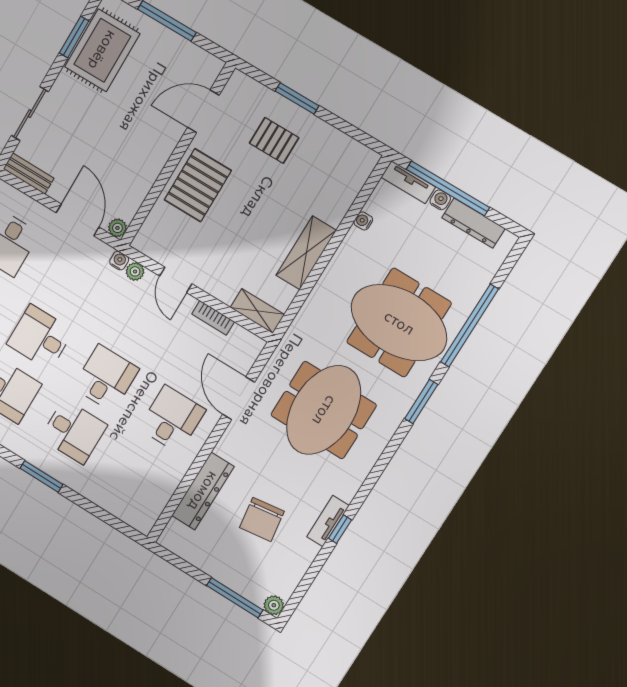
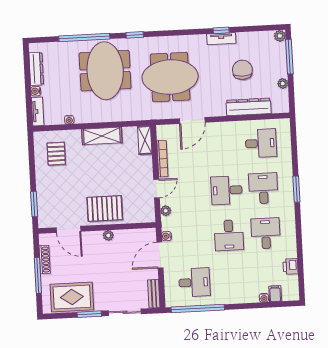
window: (74, 37) -> (89, 314), moved
shoe rack: (183, 46) -> (45, 260), added
window: (297, 98) -> (34, 204), moved
pallet: (274, 140) -> (56, 154), moved
window: (448, 188) -> (28, 91), removed
plant: (117, 228) -> (108, 235), moved
water cooler: (119, 261) -> (166, 236), moved
bookcase: (213, 318) -> (162, 159), width x1.56
window: (421, 402) -> (135, 35), width x0.67
desk: (172, 419) -> (261, 143), moved, turned 180
chair: (262, 519) -> (242, 70), turned -82
plant: (203, 562) -> (283, 83), added

